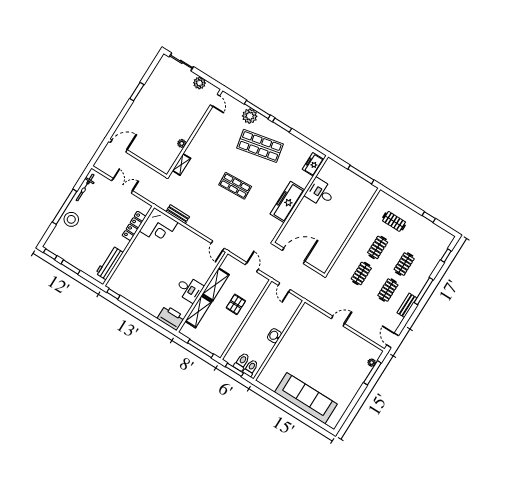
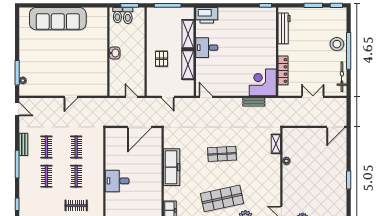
double door: (122, 186) -> (313, 97), swing flipped
desk: (320, 193) -> (117, 181), moved, turned 180

